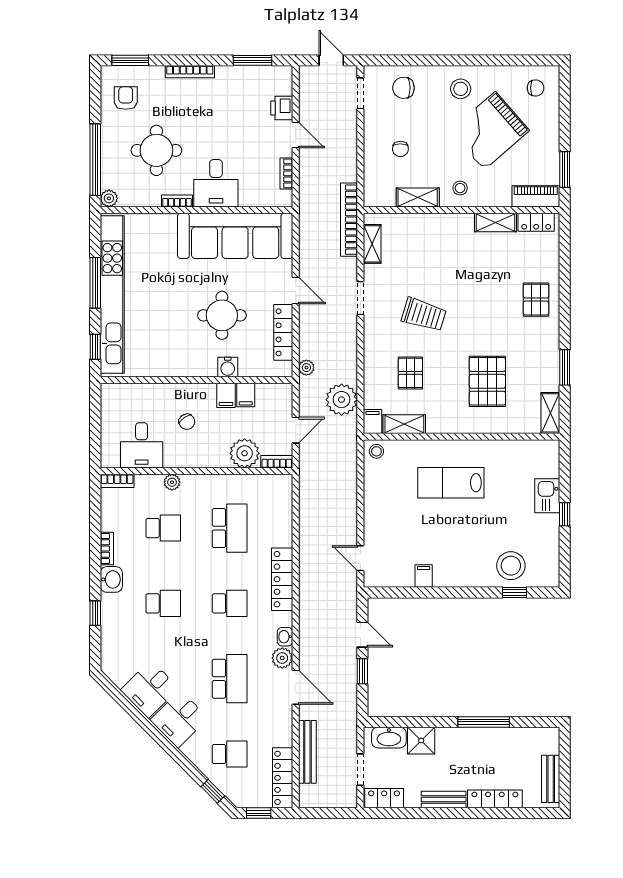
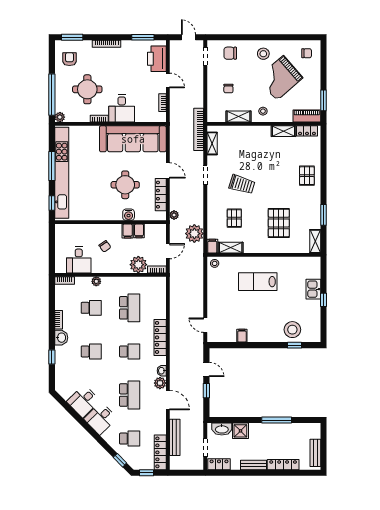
printer: (282, 108) -> (157, 59), width x1.87, depth x1.48

